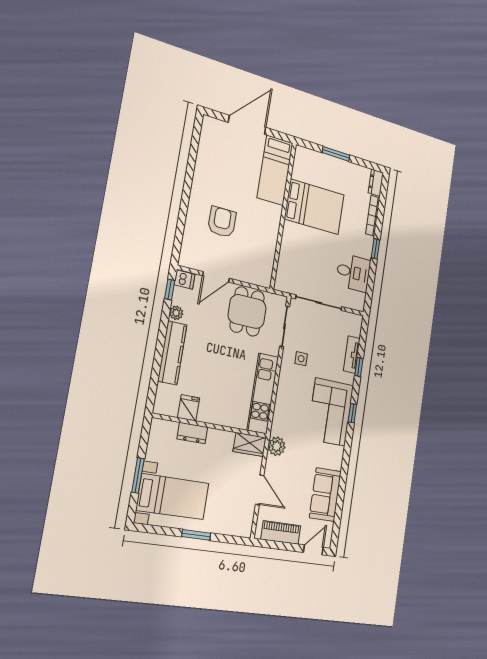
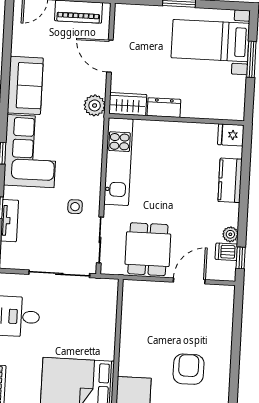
armchair: (222, 222) -> (189, 369), moved, turned 180
dishwasher: (185, 280) -> (226, 252), moved
kitchen counter: (172, 353) -> (230, 180), width x0.67
fridge: (189, 408) -> (231, 135), moved, turned 90
dresser: (192, 433) -> (164, 108), moved
sofa: (325, 495) -> (25, 85), moved

